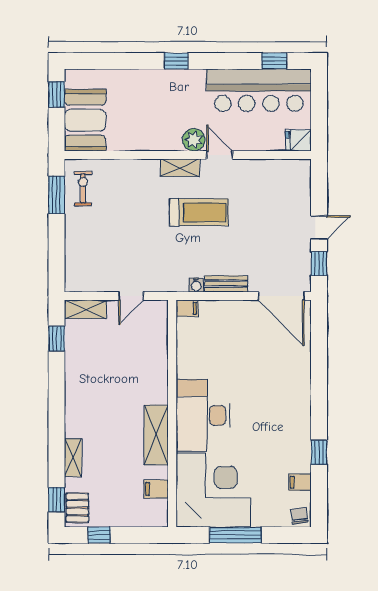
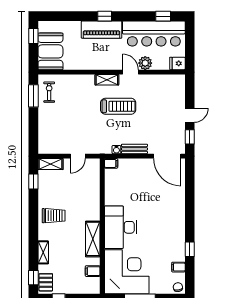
piano: (171, 84) -> (102, 30), added
plant: (194, 140) -> (145, 63), moved
trolley: (91, 396) -> (54, 216), added

